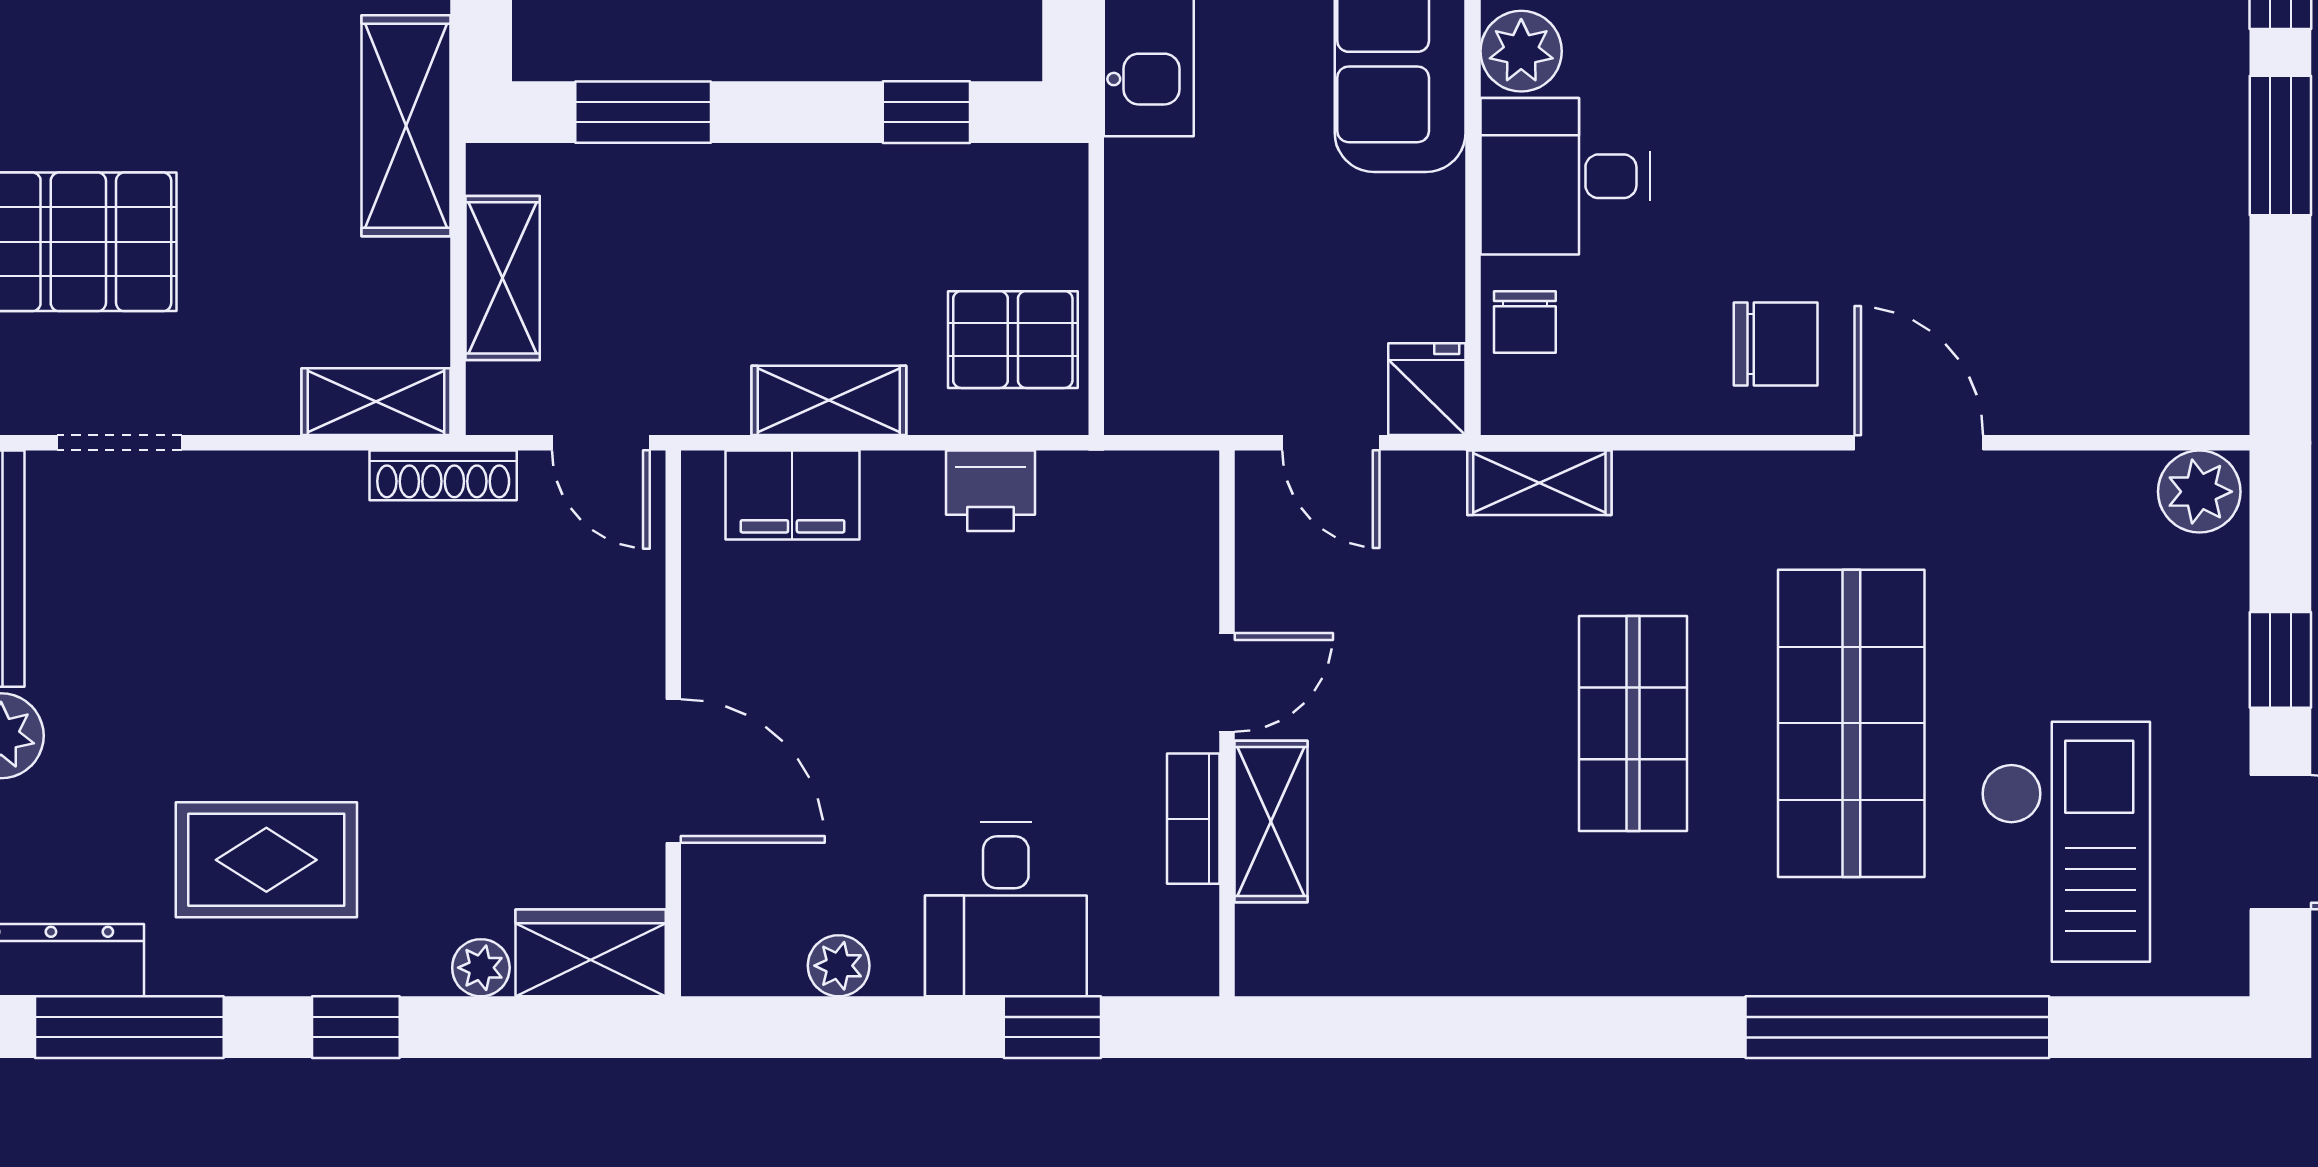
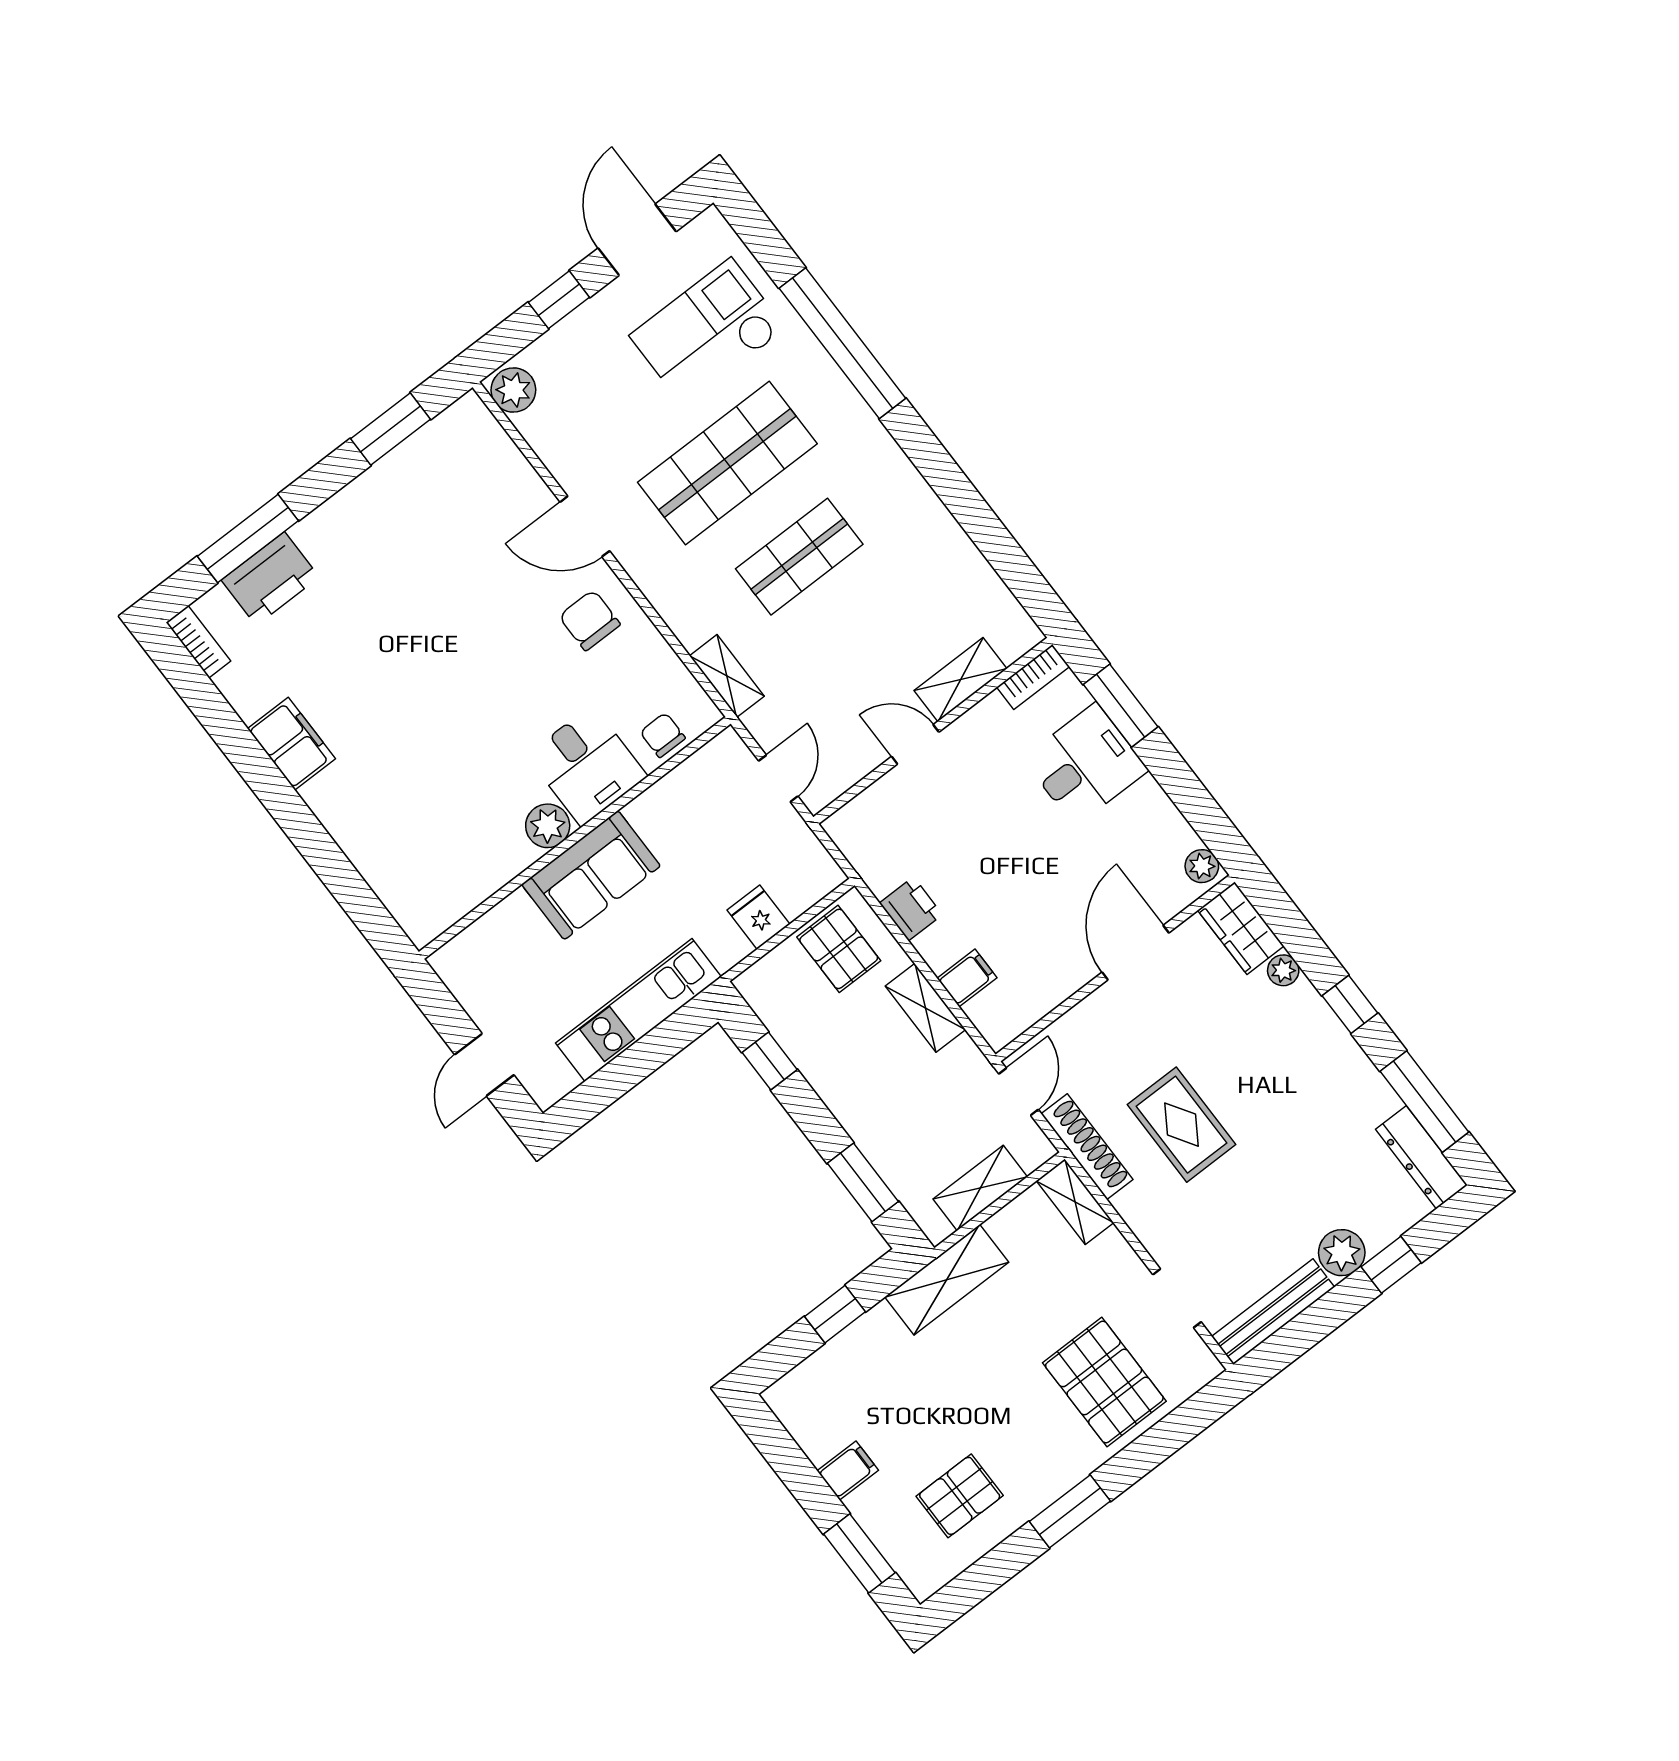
window: (2280, 146) -> (391, 429), moved
chair: (1525, 322) -> (663, 735), turned -90
fridge: (1427, 389) -> (758, 917), moved, turned 90
door: (1919, 443) -> (585, 526), hinge flipped
shoe rack: (443, 475) -> (1087, 1147), width x1.36, depth x1.24
filing cabinet: (792, 495) -> (967, 978), width x0.50
bookcase: (1193, 819) -> (1033, 677), moved
rug: (266, 860) -> (1182, 1125), moved
plant: (839, 966) -> (1202, 866), moved
window: (1052, 1027) -> (1121, 706), width x1.50

